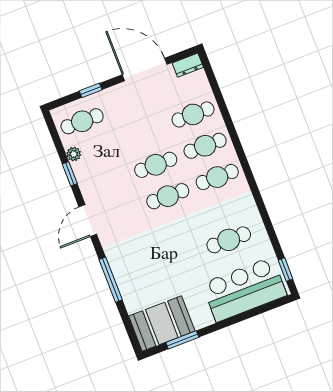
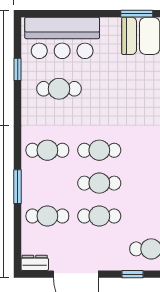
window: (232, 131) -> (18, 187), added
cafe table: (205, 146) -> (99, 216), moved
window: (286, 270) -> (18, 69), moved

